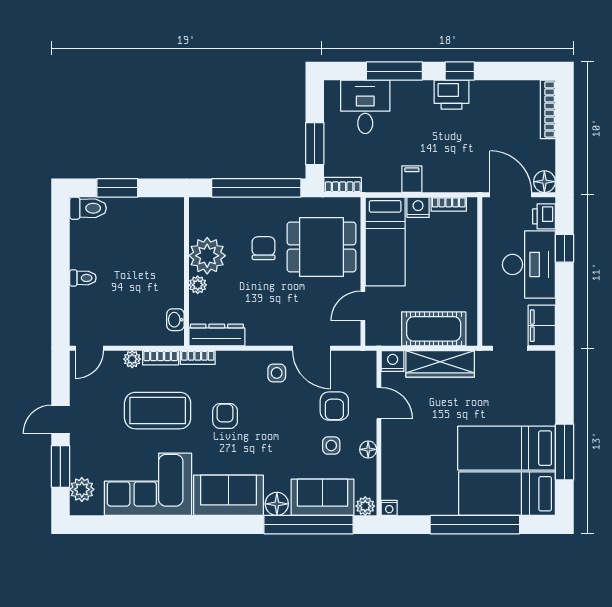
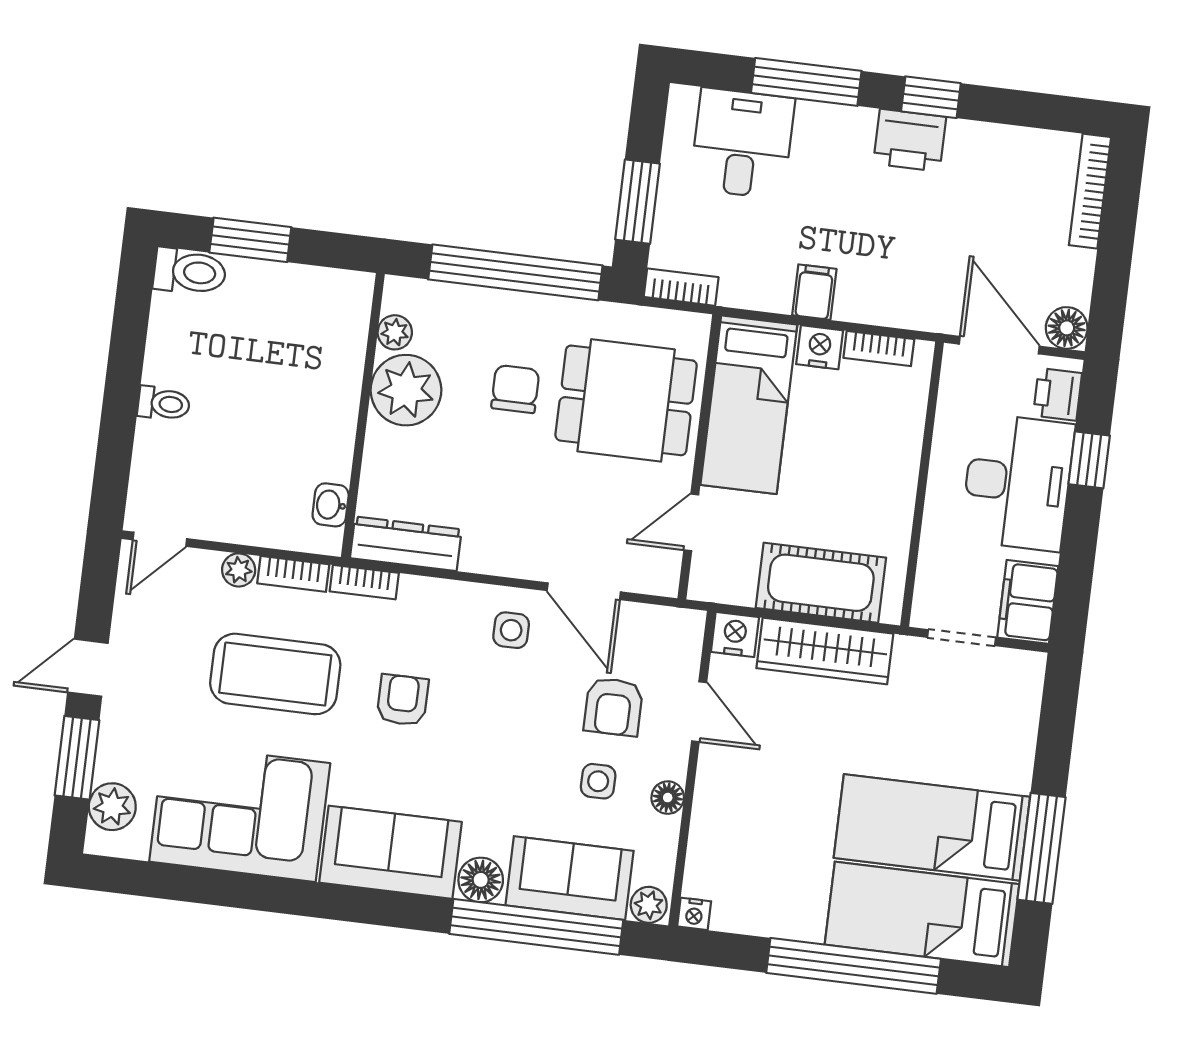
plant: (198, 285) -> (395, 332), moved

